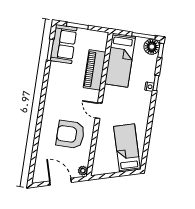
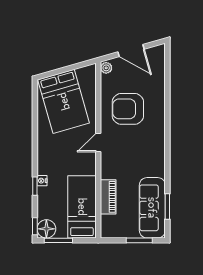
sofa: (64, 44) -> (152, 208), width x1.36
piano: (95, 70) -> (108, 197), width x0.73, depth x0.75
door: (99, 111) -> (98, 143), swing flipped
armchair: (70, 134) -> (128, 109), turned 180
bed: (127, 148) -> (64, 101), width x1.50

